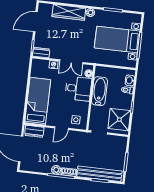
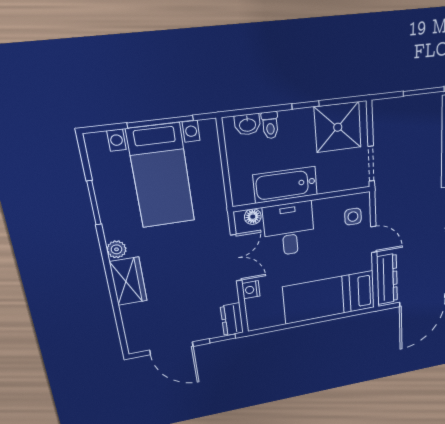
wardrobe: (69, 12) -> (128, 281), width x0.67
dresser: (34, 131) -> (387, 279), width x1.44

